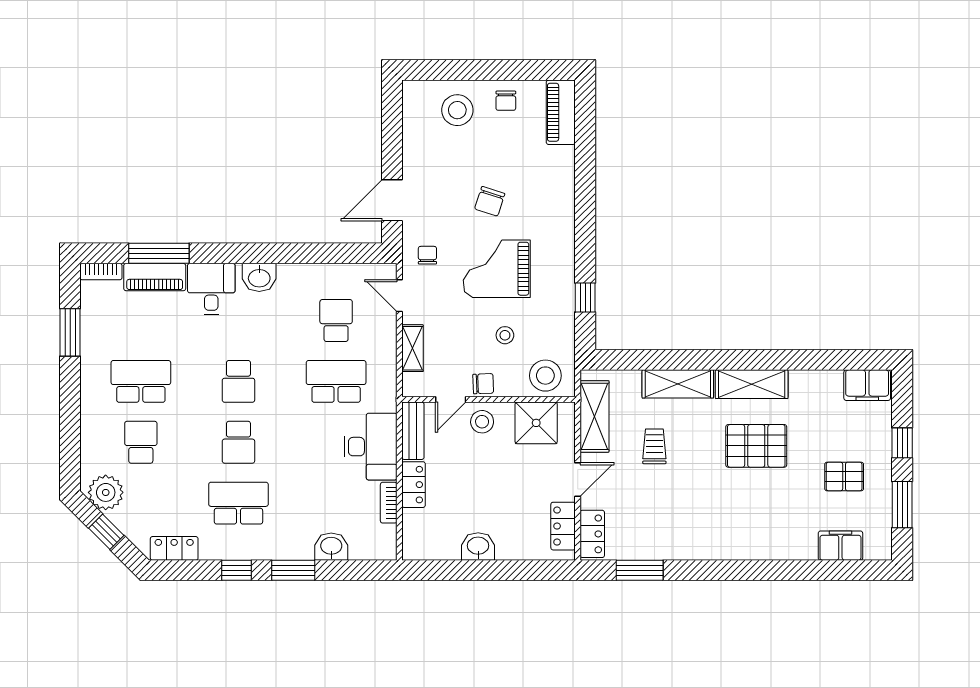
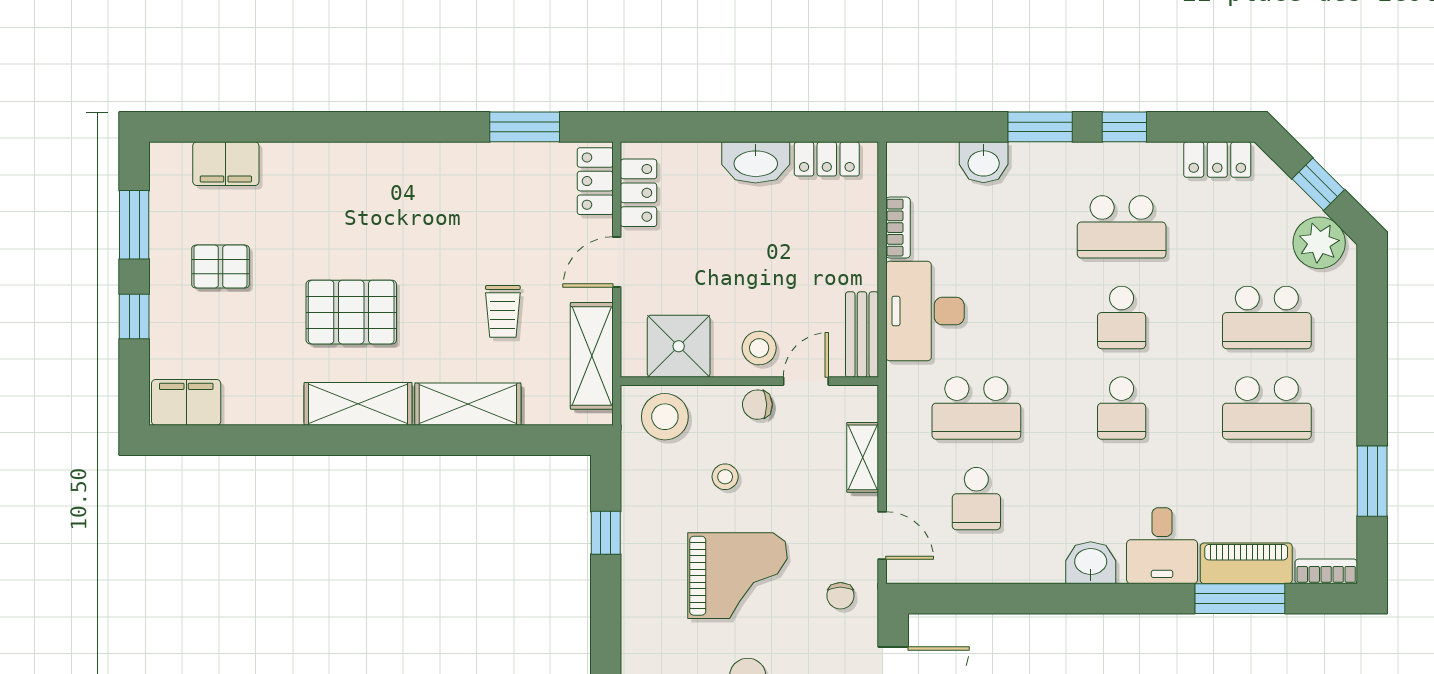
school desk: (238, 381) -> (1122, 408), turned 180
school desk: (141, 442) -> (1267, 317), width x1.85
school desk: (238, 442) -> (1122, 317), turned 180
locker: (414, 485) -> (827, 159), moved, turned -90
washbasin: (478, 546) -> (756, 162), width x1.38

